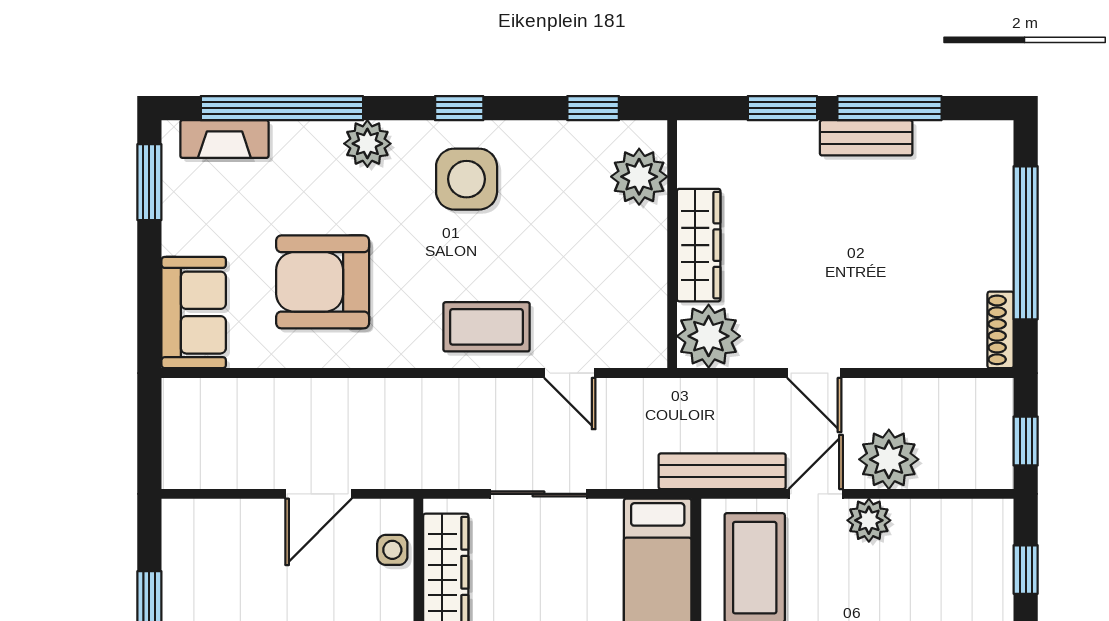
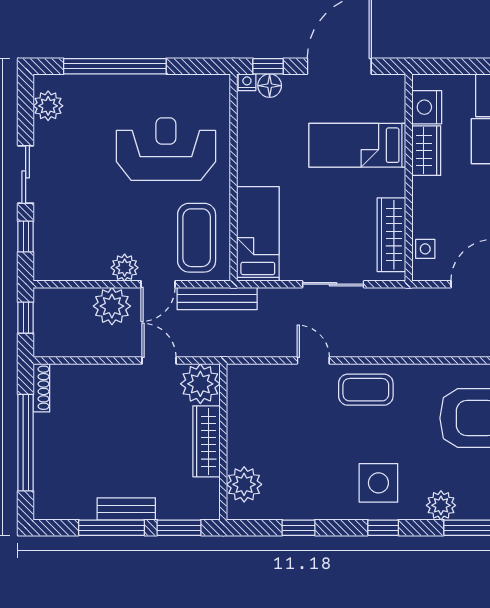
plant: (639, 177) -> (244, 484), moved
wall: (672, 244) -> (223, 442), moved
wardrobe: (699, 245) -> (207, 441), moved
plant: (709, 336) -> (200, 384), moved

